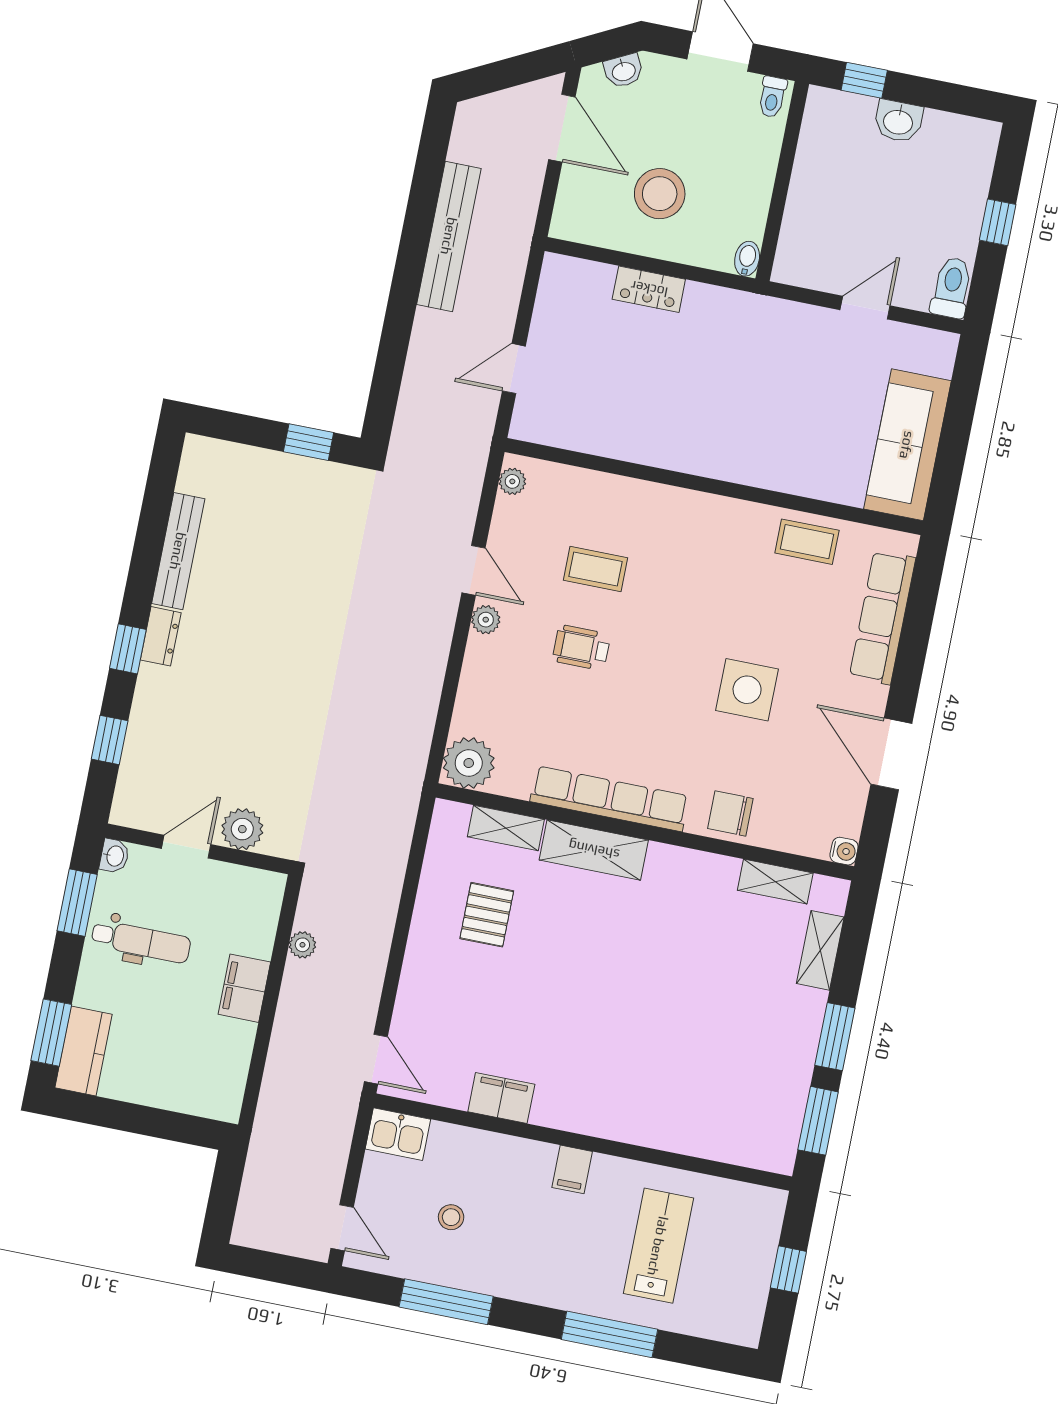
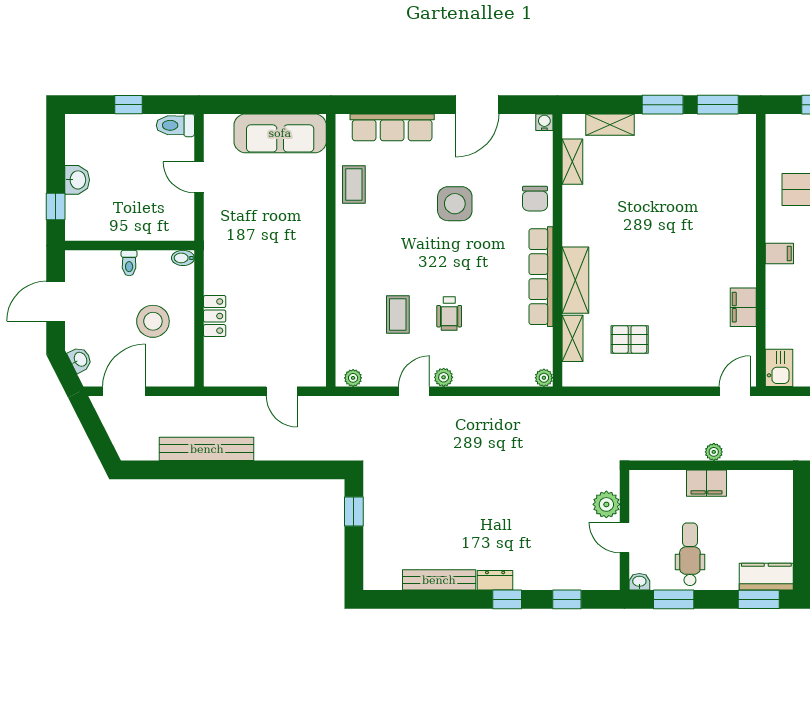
toilet: (772, 97) -> (129, 263), moved, turned 90
plant: (469, 763) -> (544, 378), width x0.53, depth x0.53
plant: (302, 945) -> (714, 452), moved

